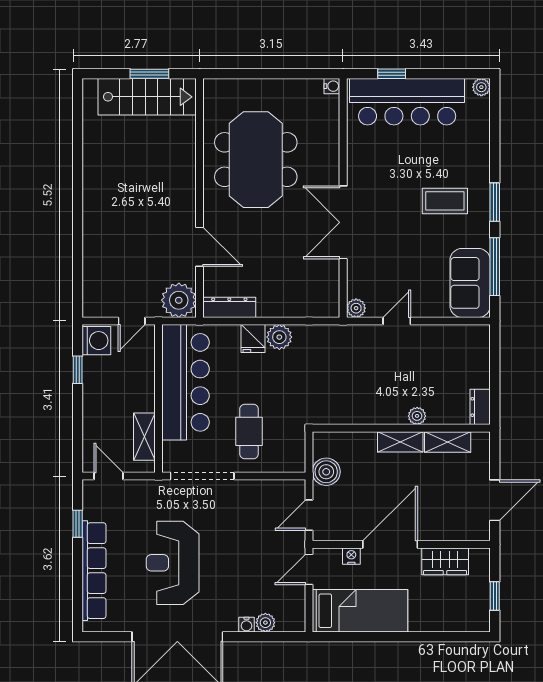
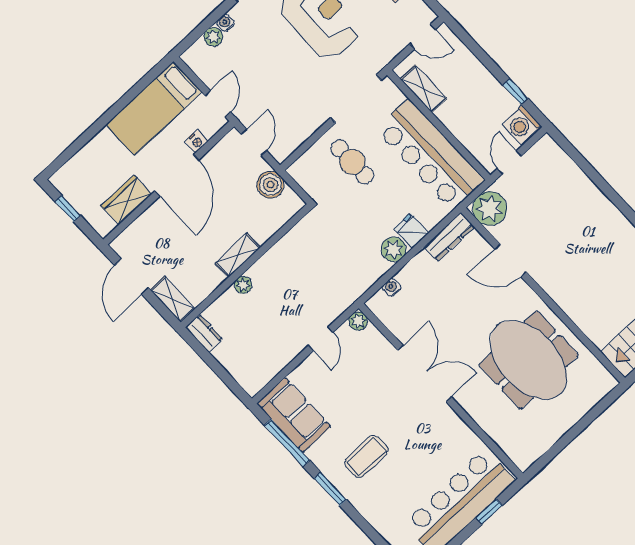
water cooler: (332, 86) -> (392, 287), moved, turned 90
shelving: (448, 442) -> (173, 299), moved, turned 90

